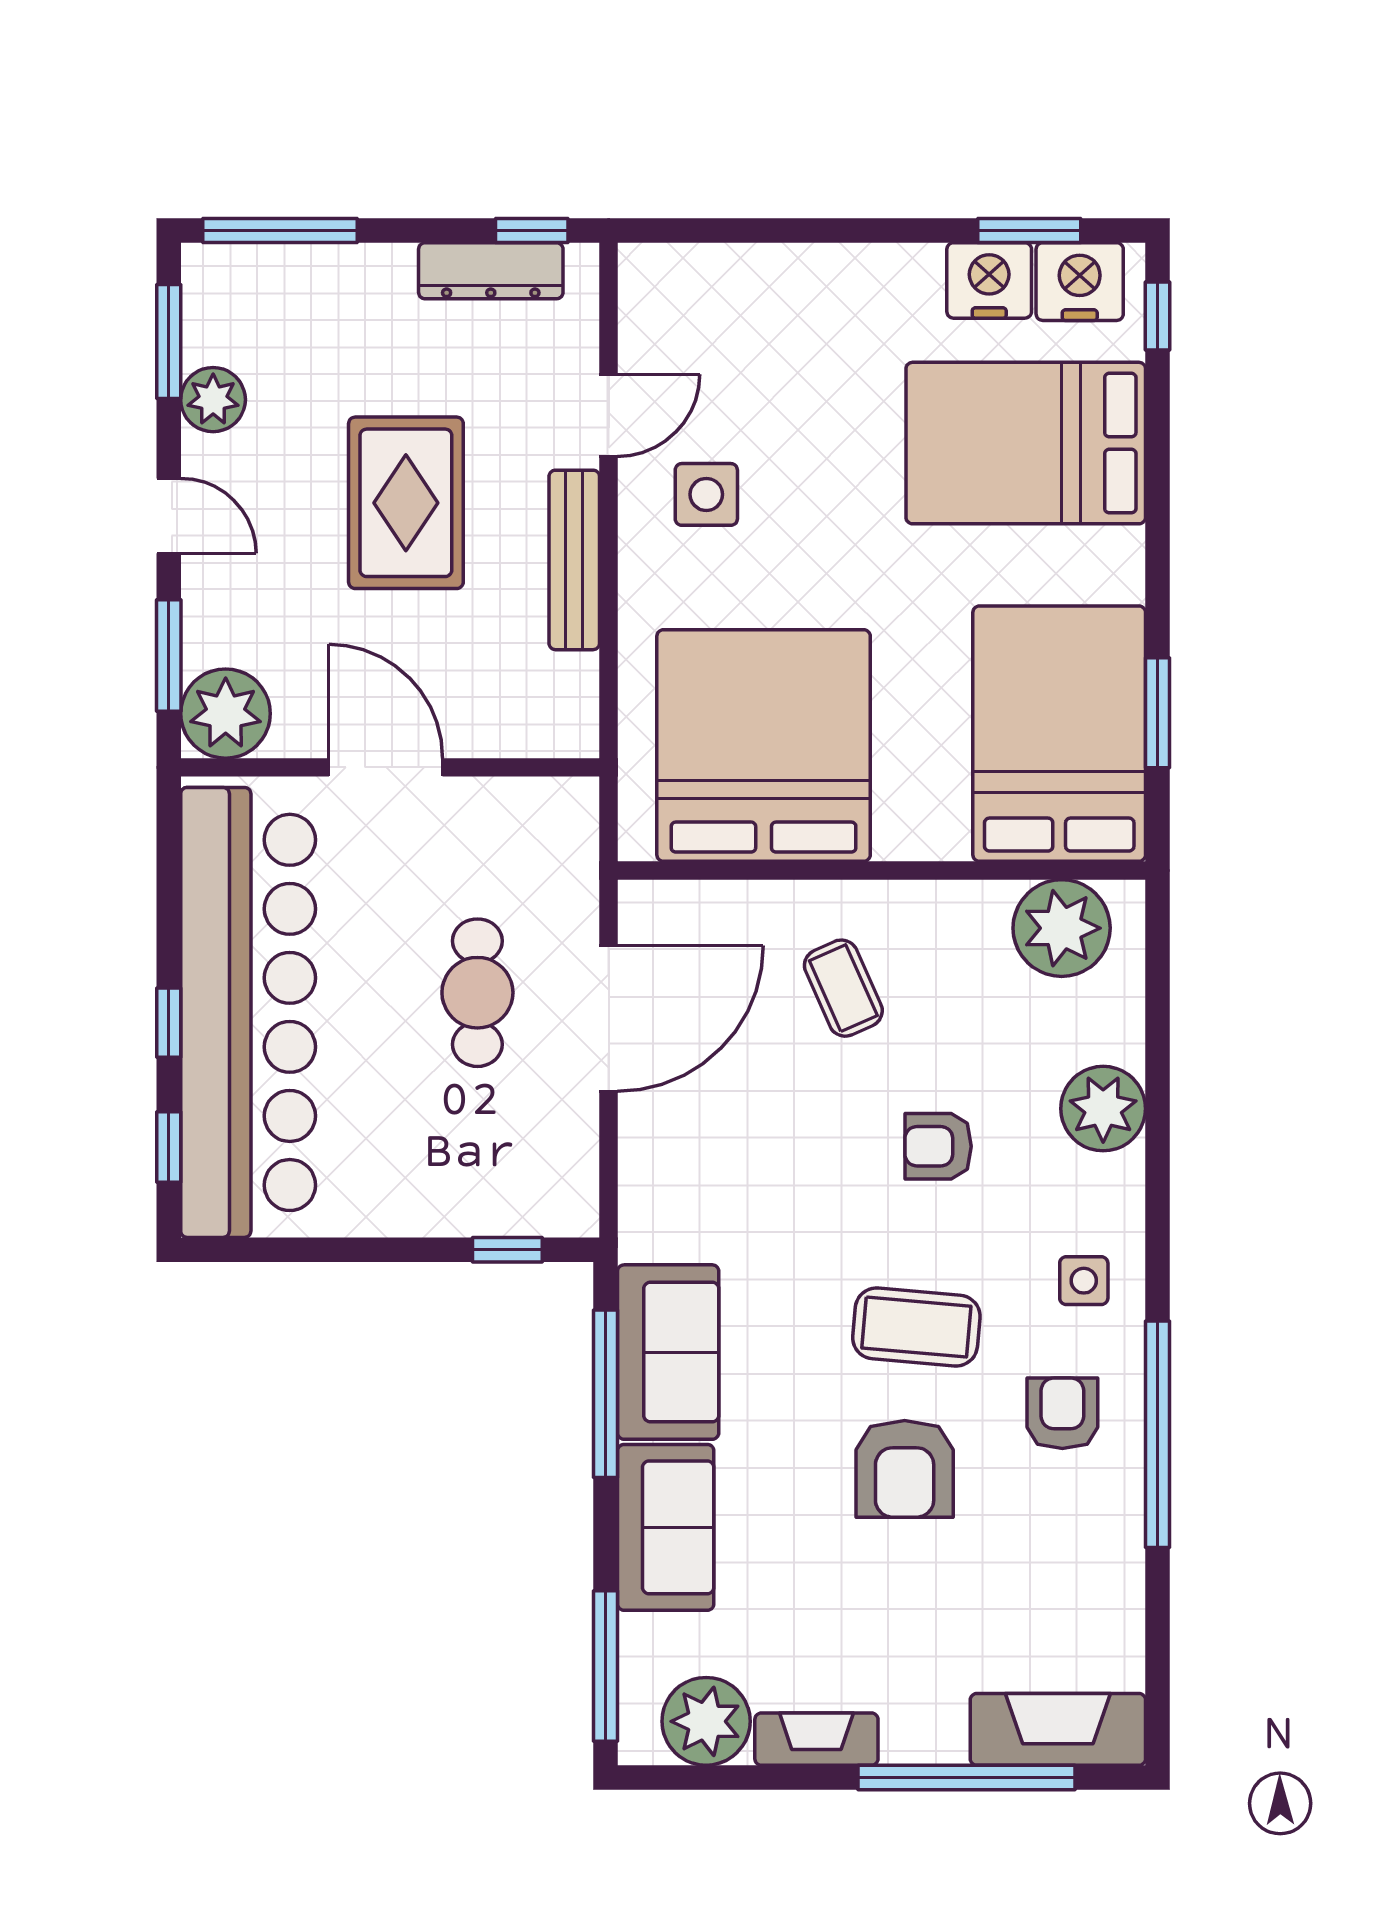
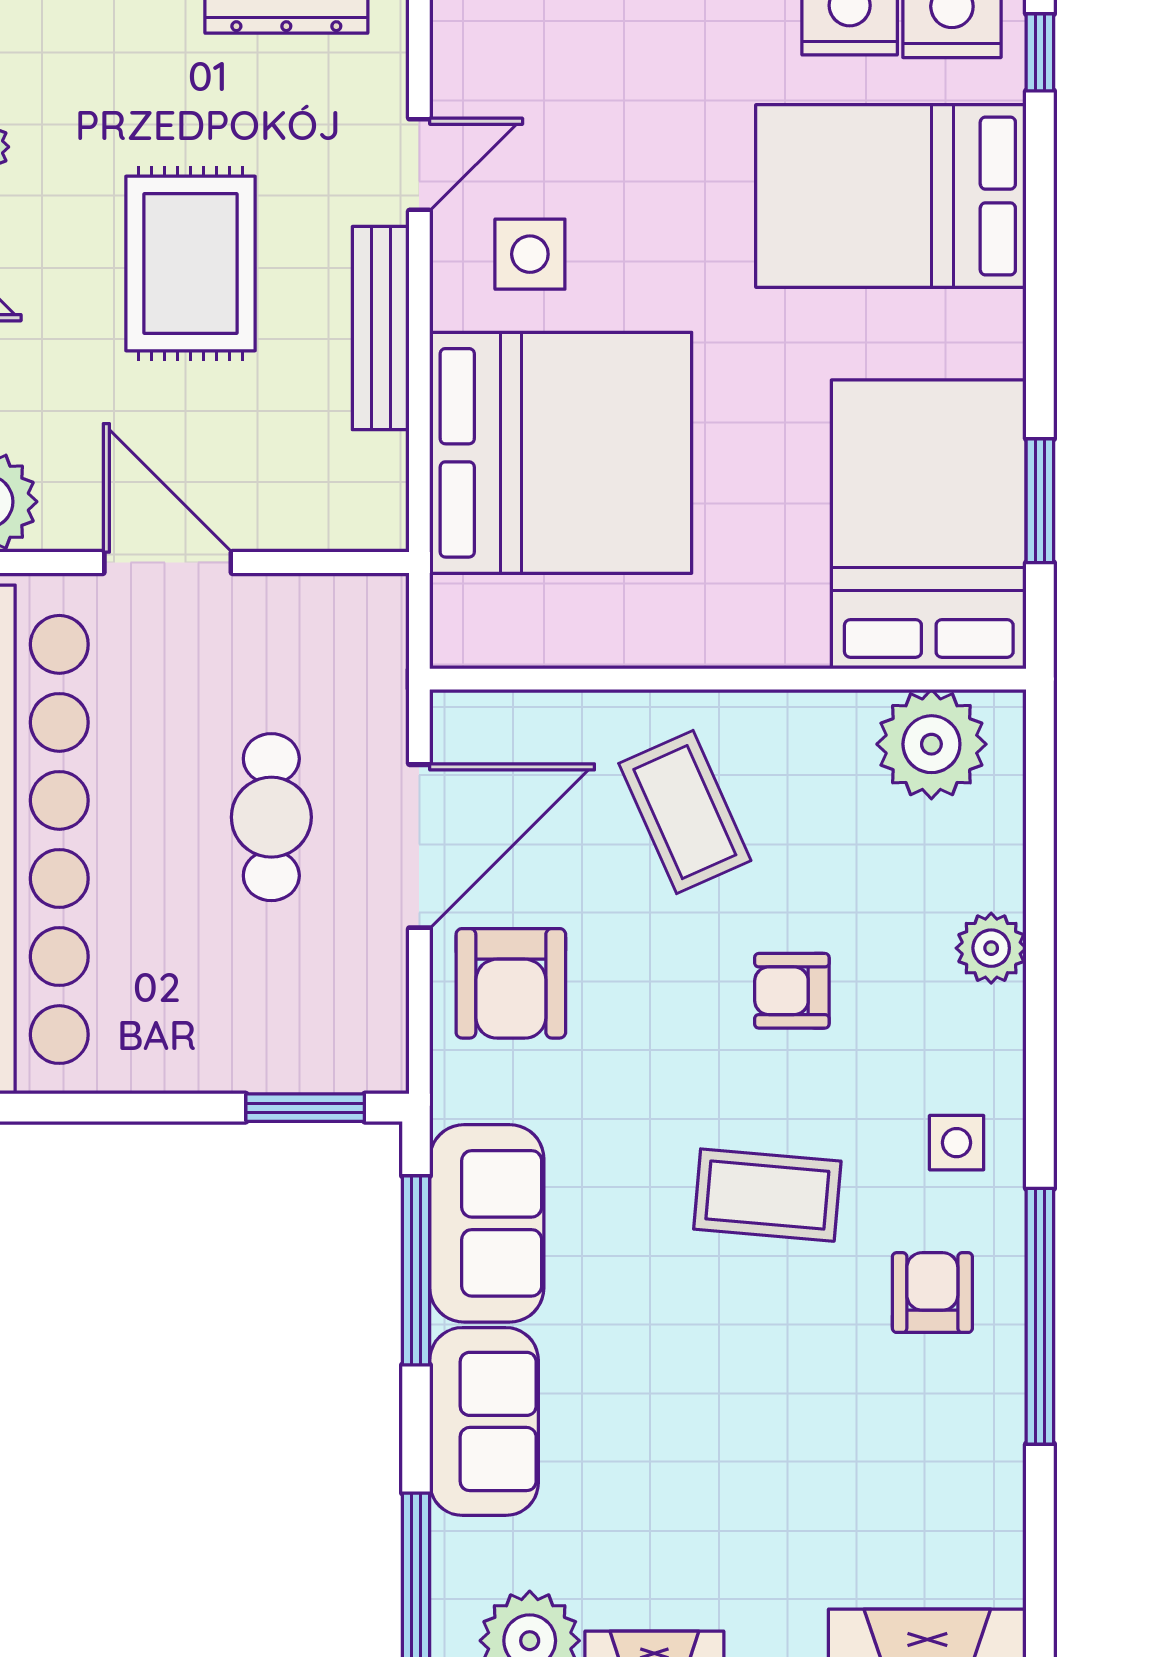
bed: (764, 746) -> (561, 453), moved, turned 90
coffee table: (843, 988) -> (685, 812), width x1.36, depth x1.30
plant: (1103, 1109) -> (991, 948), width x0.73, depth x0.73
window: (507, 1250) -> (305, 1108), width x1.50
armchair: (905, 1469) -> (511, 983), moved

